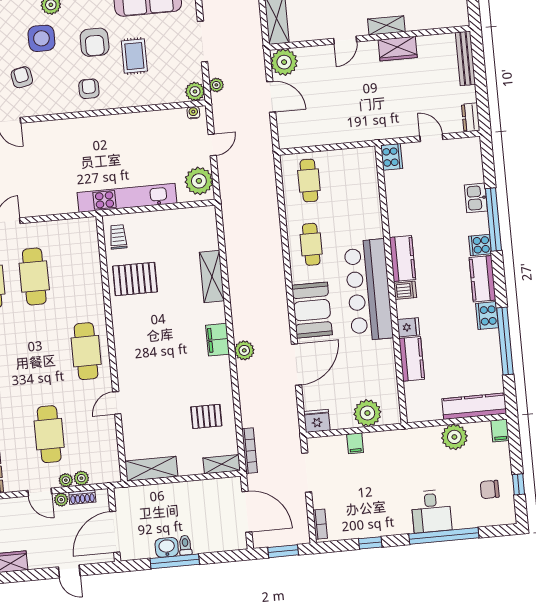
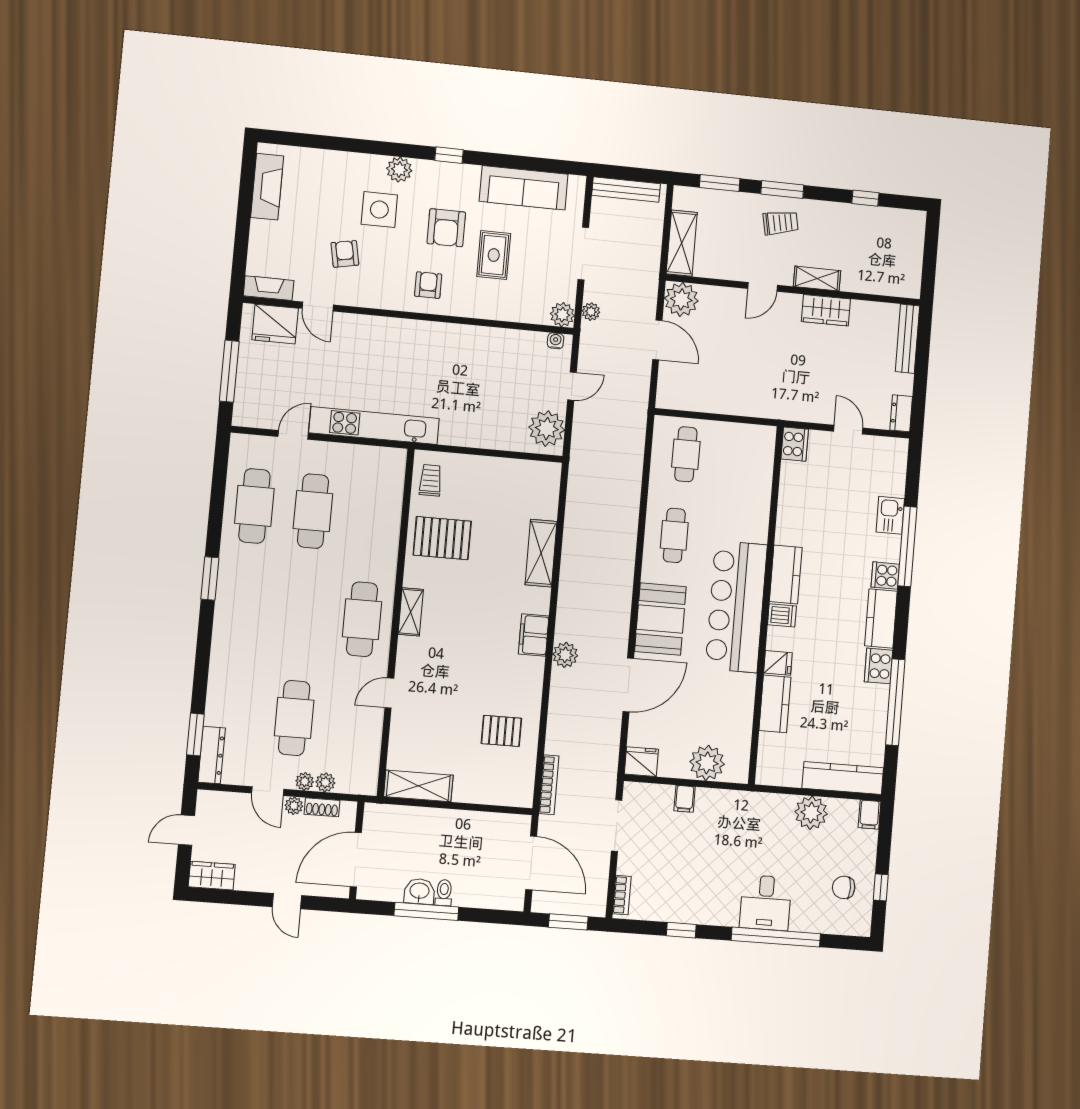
kitchen unit: (127, 198) -> (374, 426), moved
shelving: (222, 464) -> (411, 612), moved, turned 90

